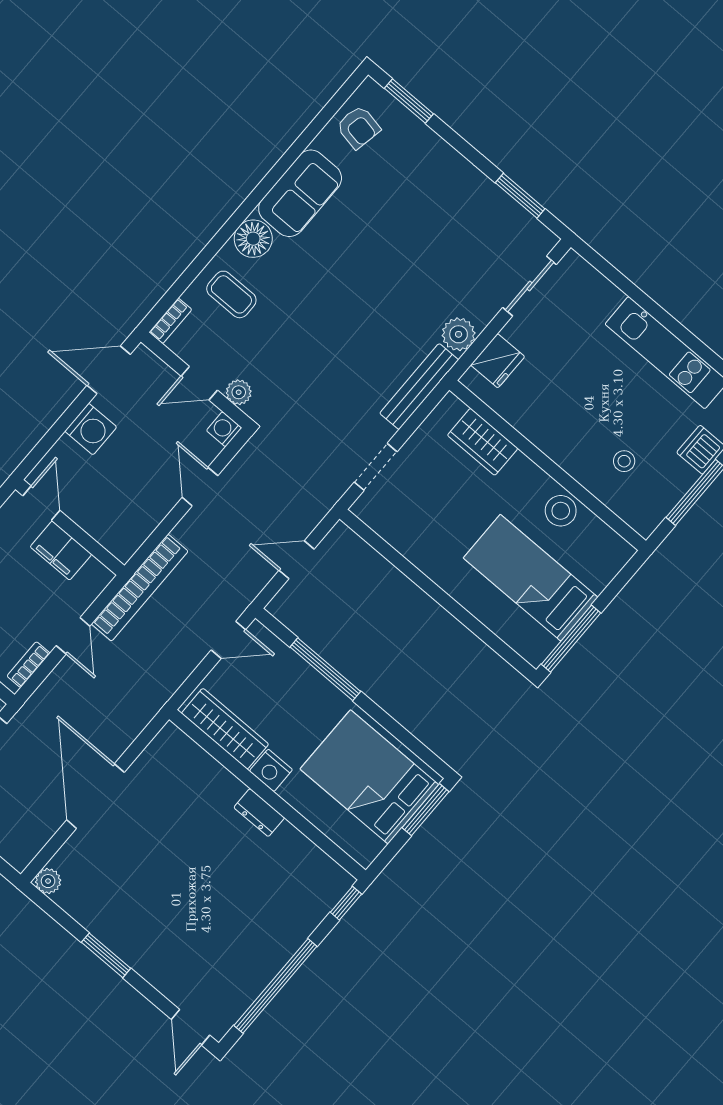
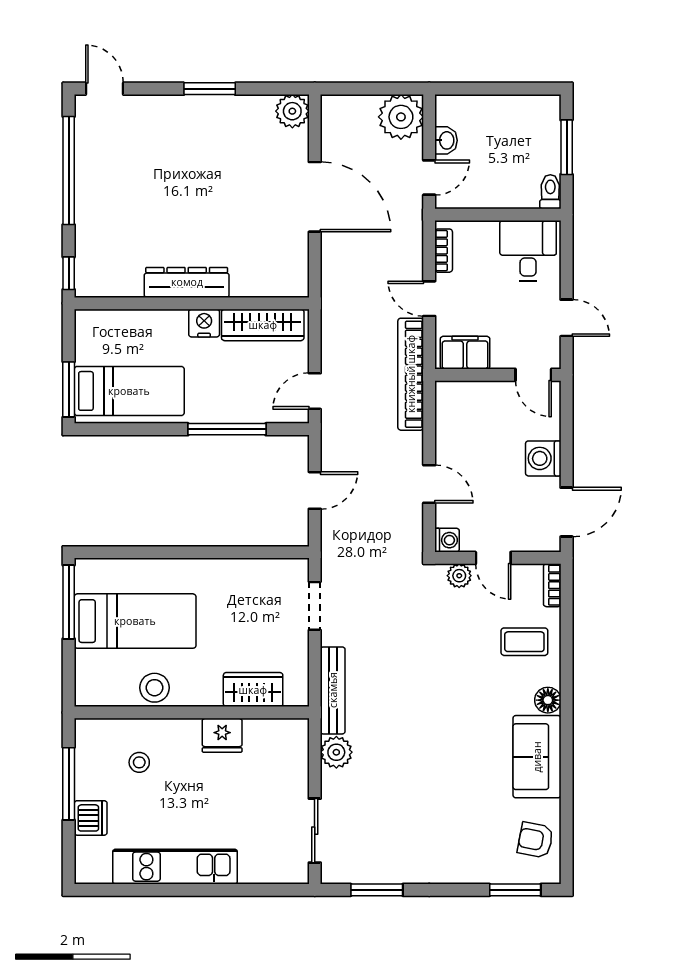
floor lamp: (253, 239) -> (548, 700), width x0.73, depth x0.73
fridge: (498, 361) -> (222, 735), moved, turned -90
door: (199, 383) -> (493, 558), swing flipped
filing cabinet: (61, 551) -> (465, 353), moved
bed: (369, 777) -> (129, 391), width x0.67
dresser: (259, 813) -> (187, 282), width x1.96, depth x1.24
plant: (48, 881) -> (292, 111), width x1.38, depth x1.38

